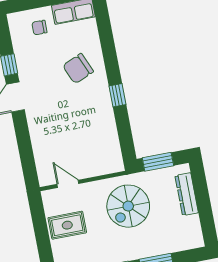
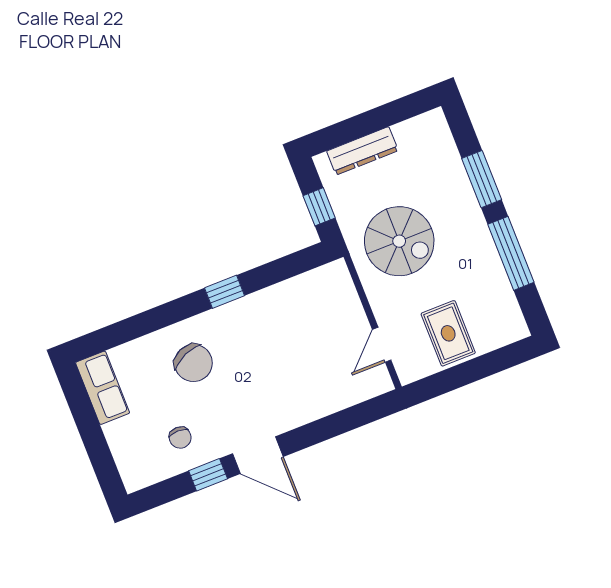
chair: (39, 28) -> (180, 438), moved
window: (158, 162) -> (319, 207), width x0.67

